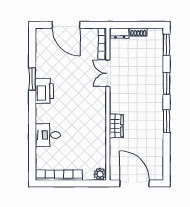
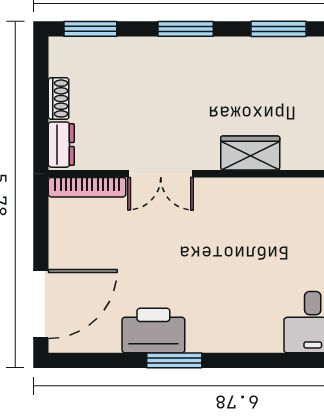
door: (66, 25) -> (41, 304), moved
printer: (44, 91) -> (153, 331), moved
wardrobe: (116, 126) -> (250, 153), moved

